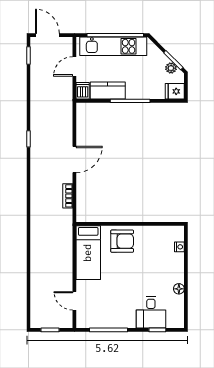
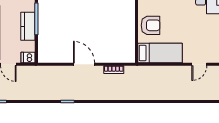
kitchen counter: (108, 91) -> (28, 26), moved
armchair: (122, 241) -> (151, 25), turned 90

